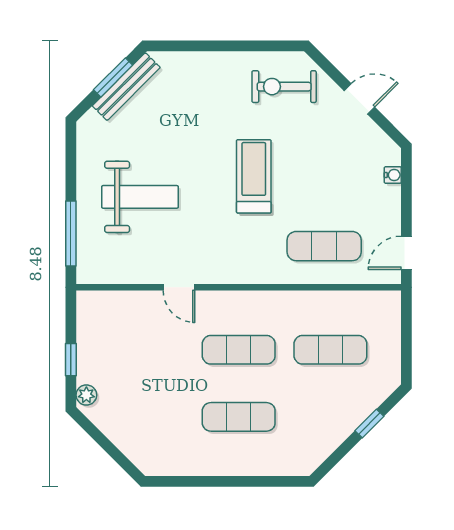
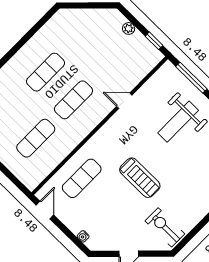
exercise bike: (284, 87) -> (165, 227), turned -90
window: (71, 360) -> (154, 41), moved
plant: (86, 395) -> (129, 28), moved

